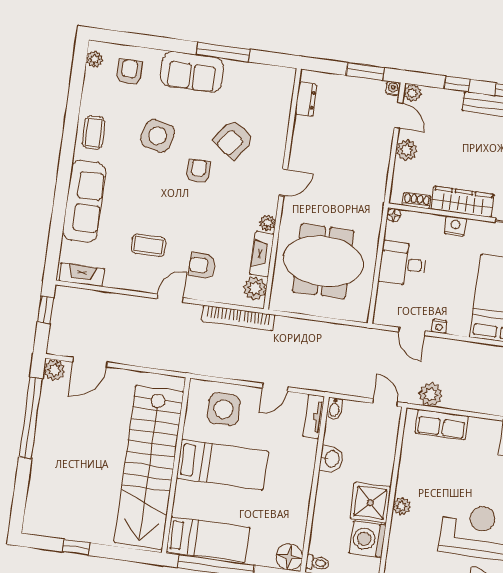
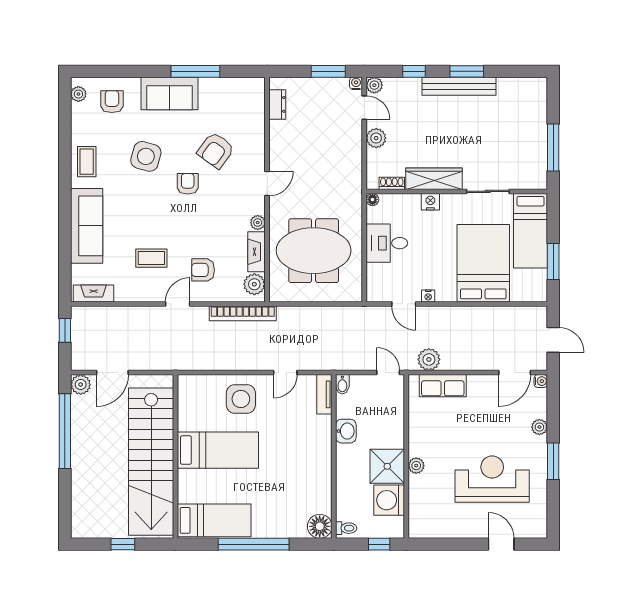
wall: (176, 465) -> (176, 456), moved
bed: (222, 465) -> (218, 450), moved
stairs: (149, 467) -> (151, 462), moved
bed: (208, 539) -> (214, 520), moved

